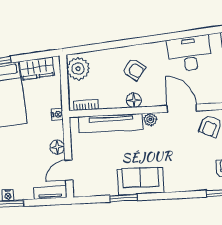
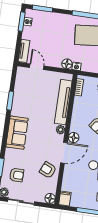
floor lamp: (134, 100) -> (74, 138), moved
floor lamp: (57, 147) -> (67, 64), moved
sofa: (141, 181) -> (17, 133), moved

